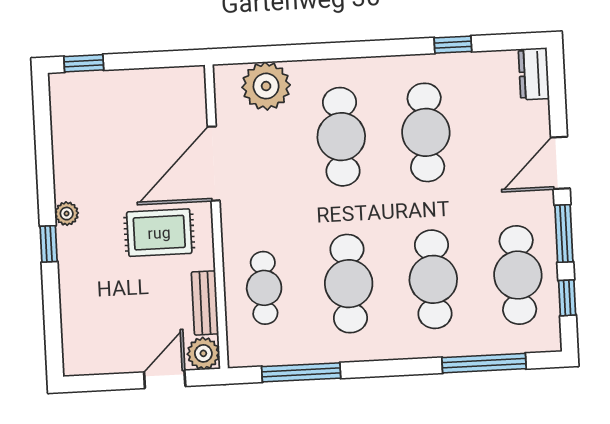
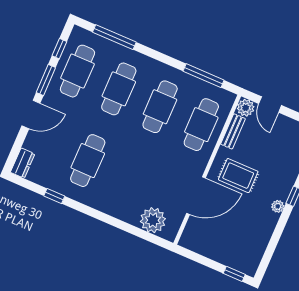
cafe table: (341, 137) -> (129, 178), removed
cafe table: (264, 288) -> (201, 125), width x1.37, depth x1.35
door: (165, 379) -> (270, 104), hinge flipped

